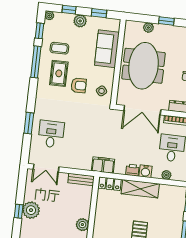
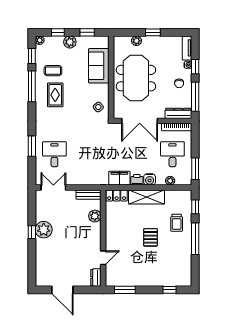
armchair: (79, 85) -> (76, 104), removed
filing cabinet: (103, 165) -> (119, 178), moved
double door: (46, 168) -> (53, 188), swing flipped
trolley: (168, 219) -> (177, 223), added
plant: (82, 225) -> (95, 216), moved

